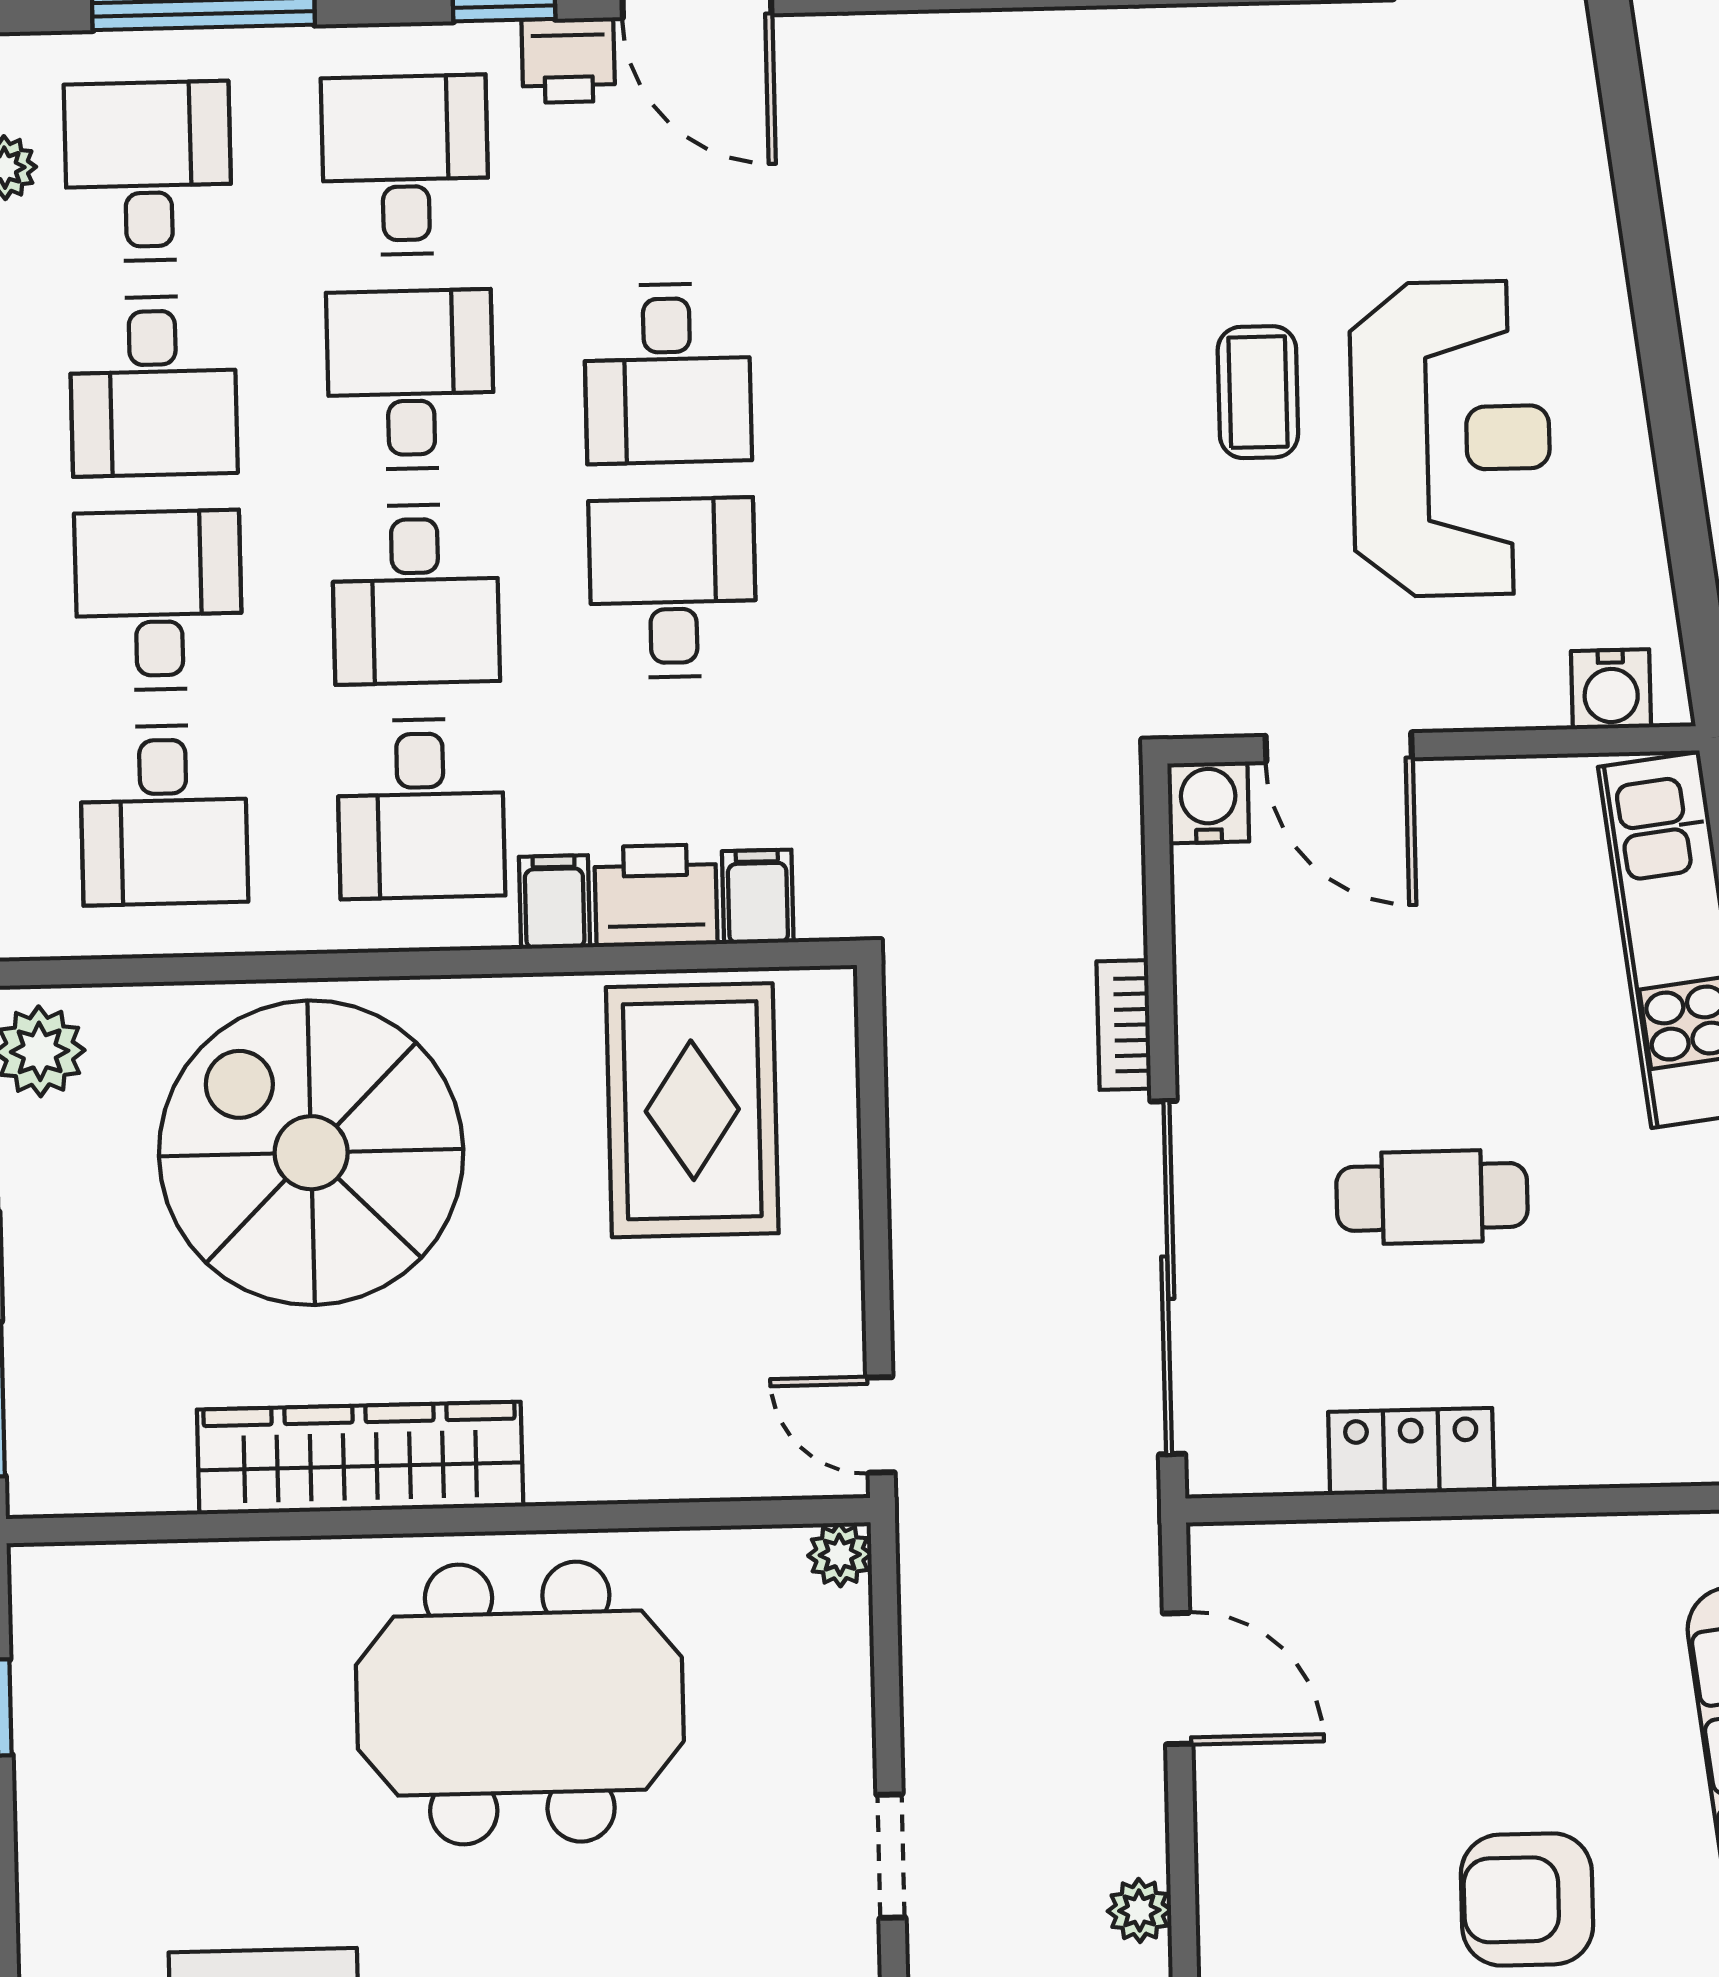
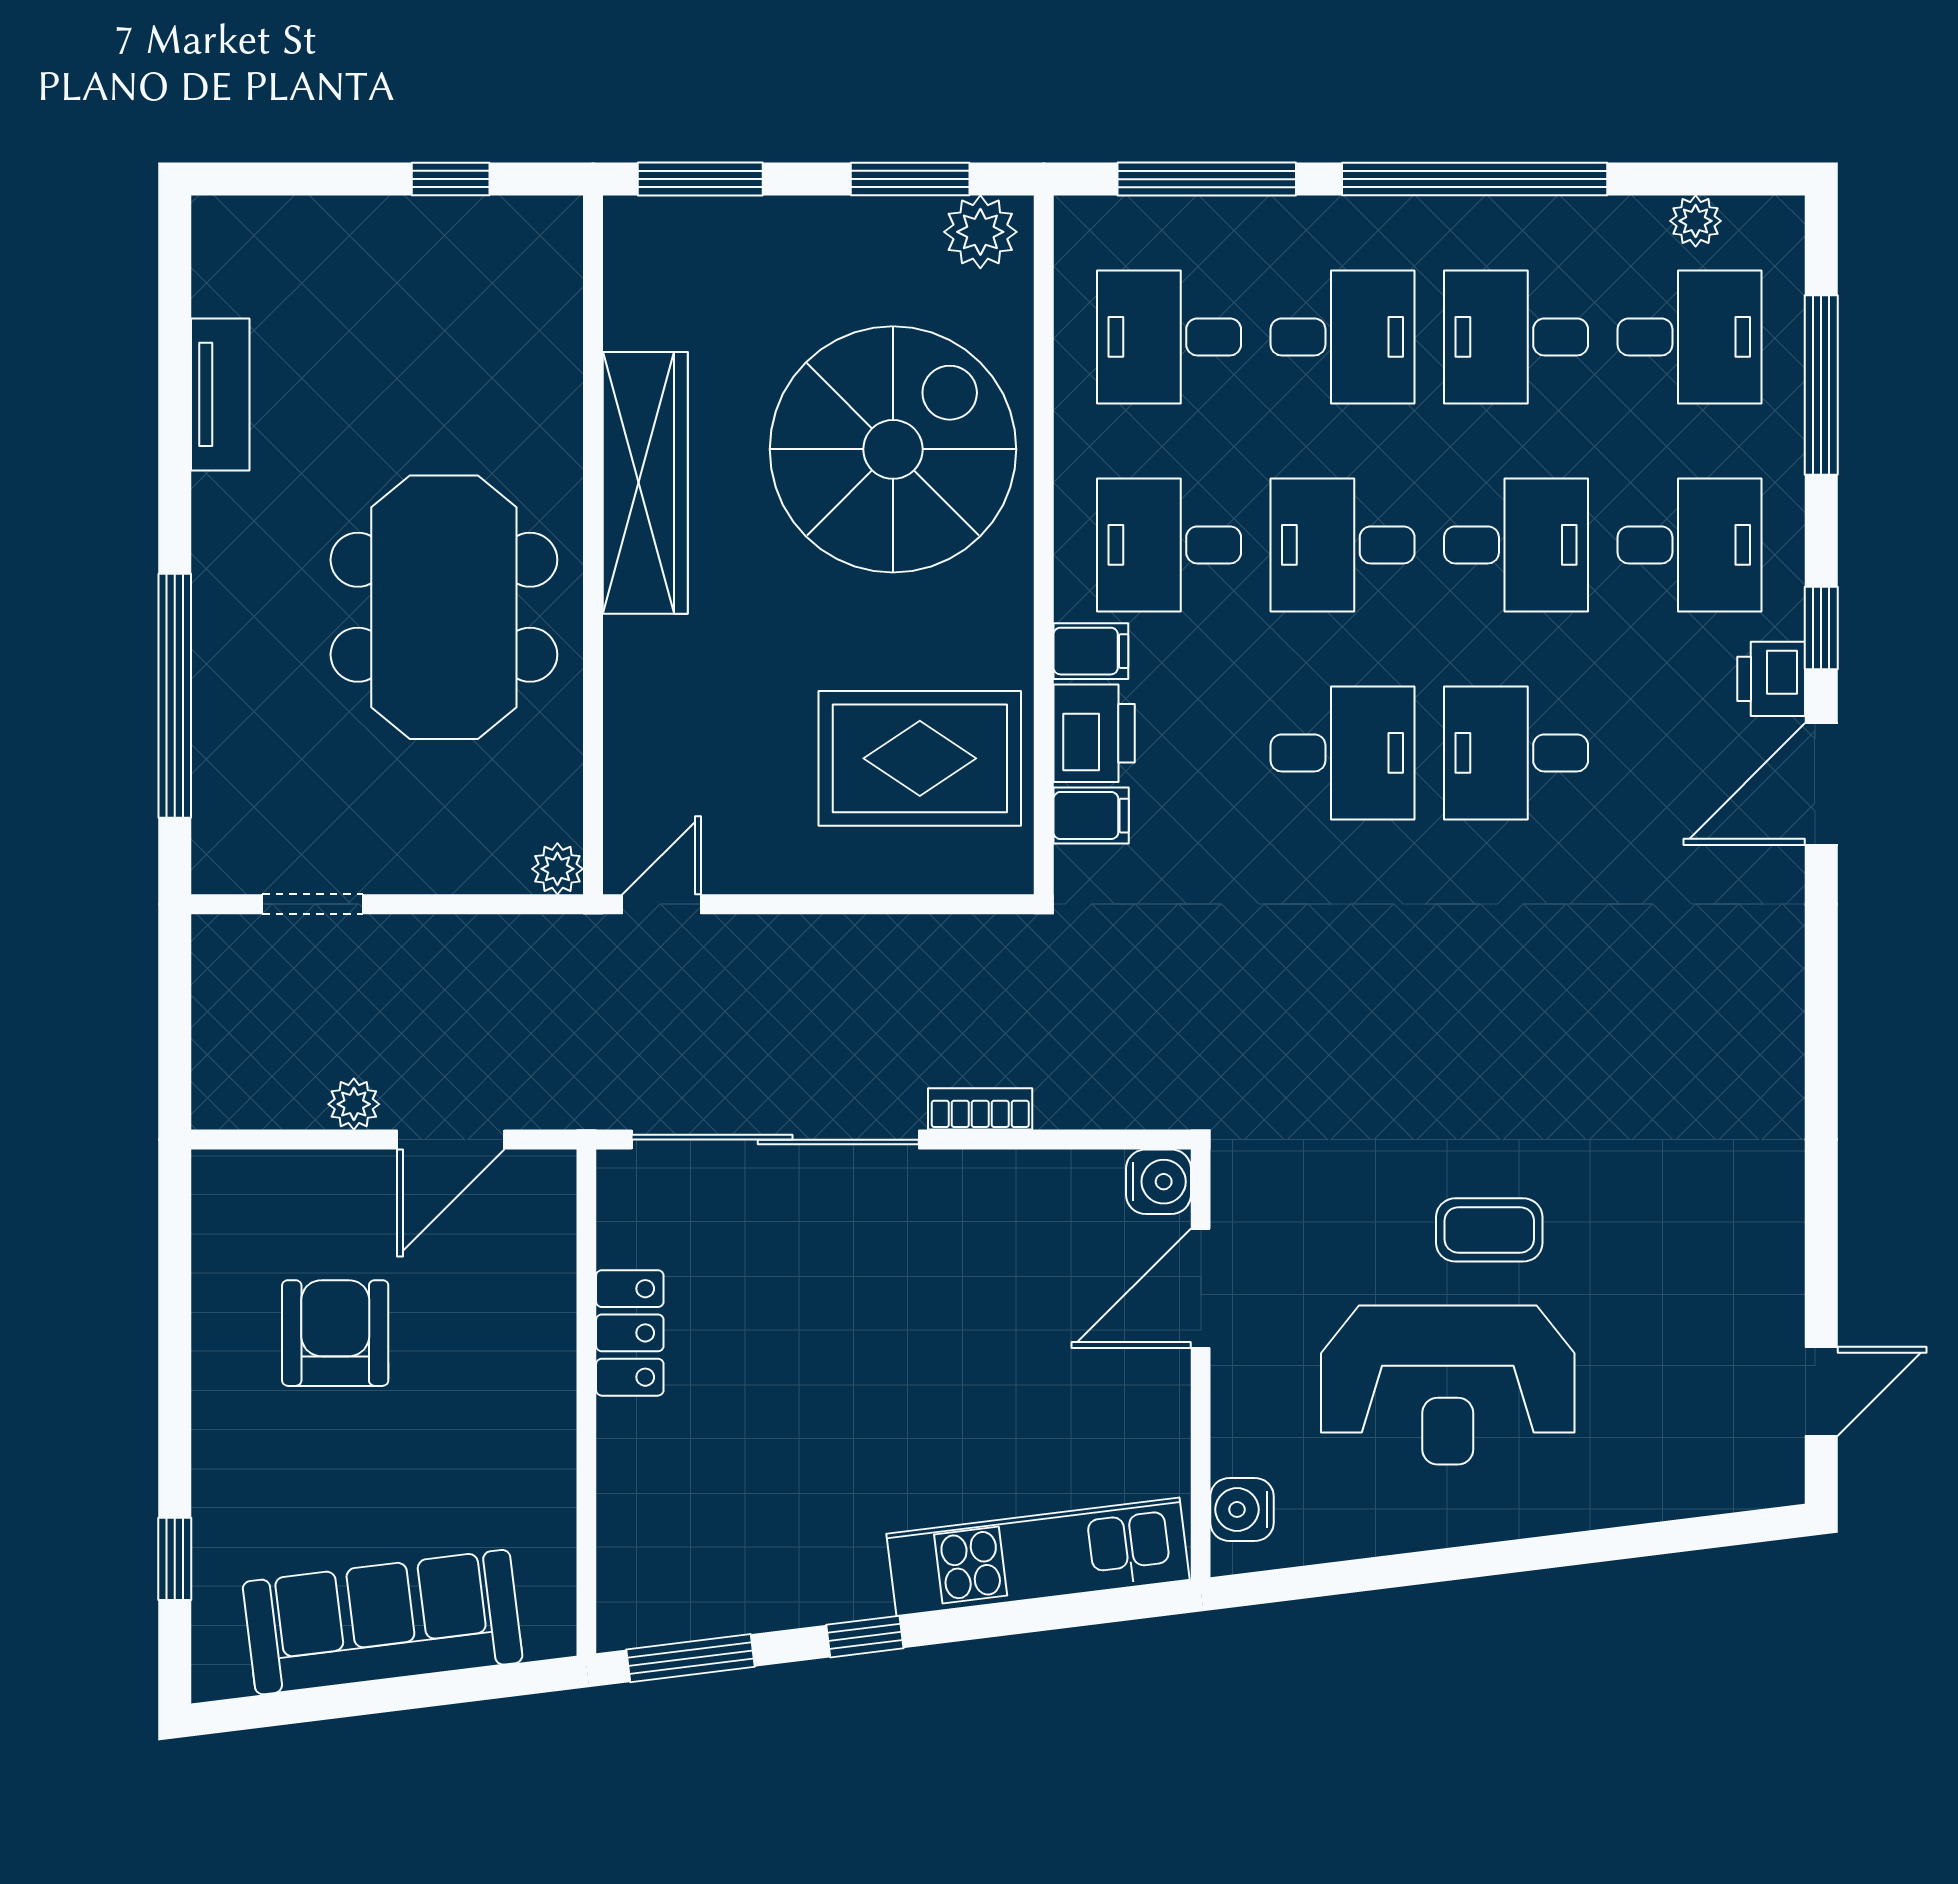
cafe table: (1432, 1197) -> (835, 1355), removed
armchair: (1527, 1899) -> (335, 1333), moved
plant: (1139, 1910) -> (354, 1104), moved

